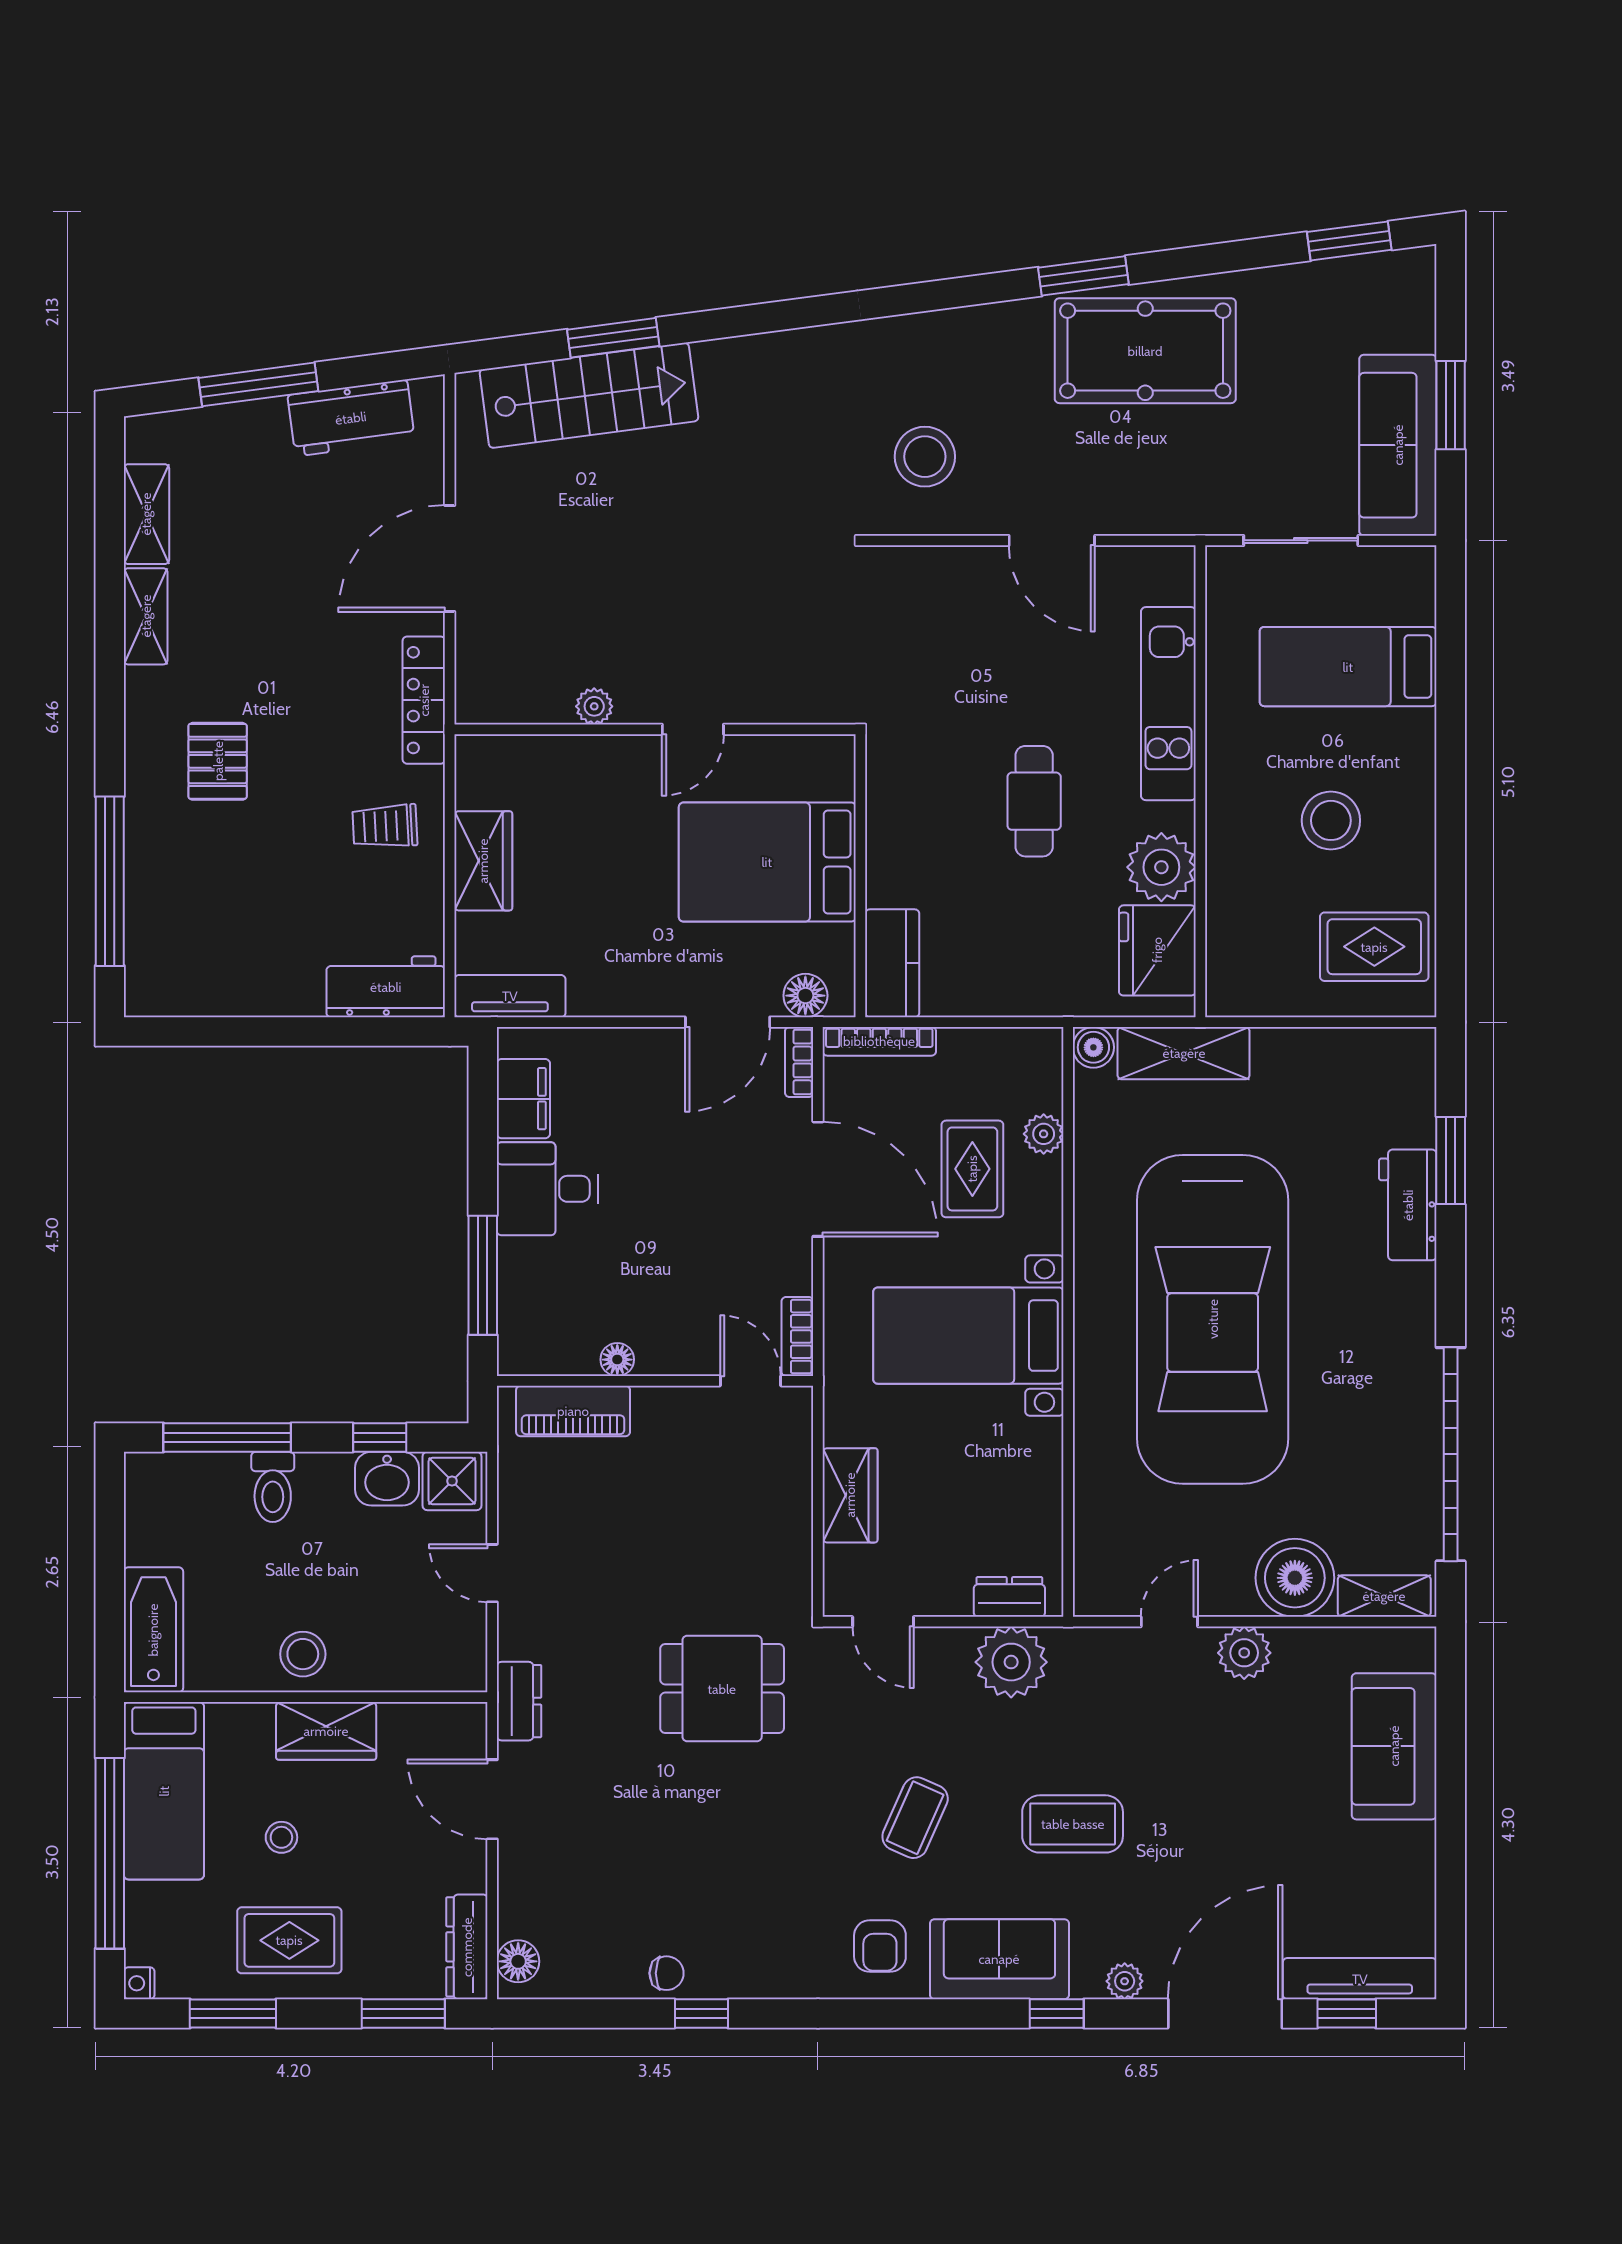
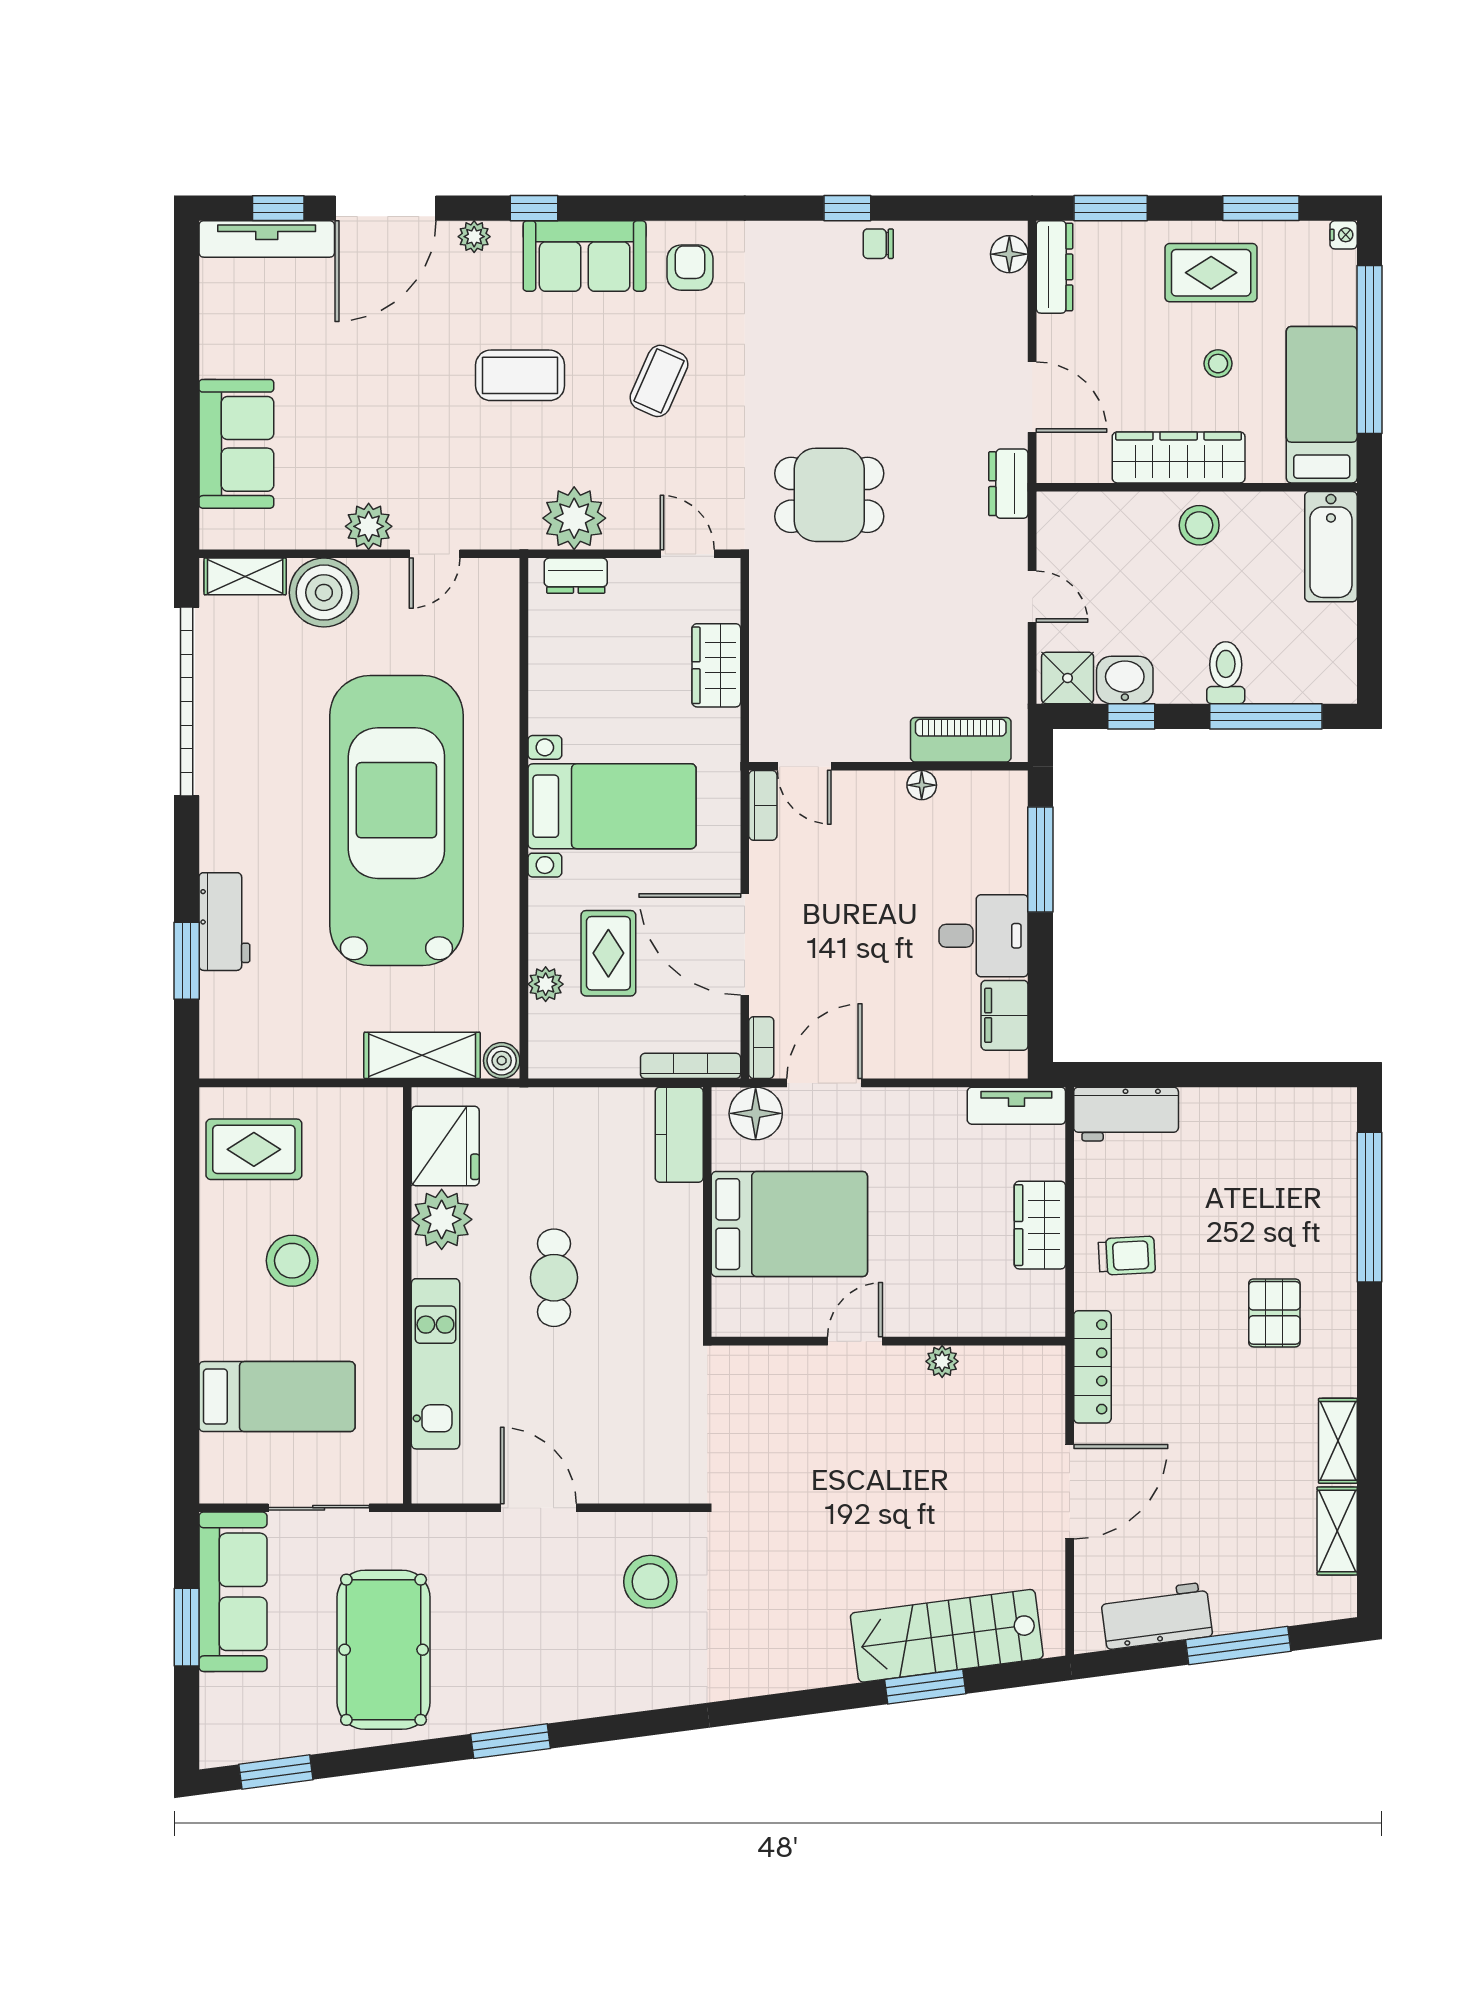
pool table: (1145, 351) -> (384, 1650), moved, turned 90
floor lamp: (805, 996) -> (756, 1113), width x1.38, depth x1.38
wardrobe: (326, 1731) -> (1179, 457), width x1.50

